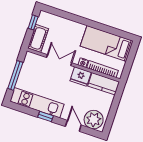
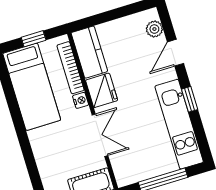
double door: (59, 60) -> (100, 135), swing flipped
window: (130, 61) -> (34, 39), added
plant: (94, 120) -> (154, 29), width x0.53, depth x0.53

